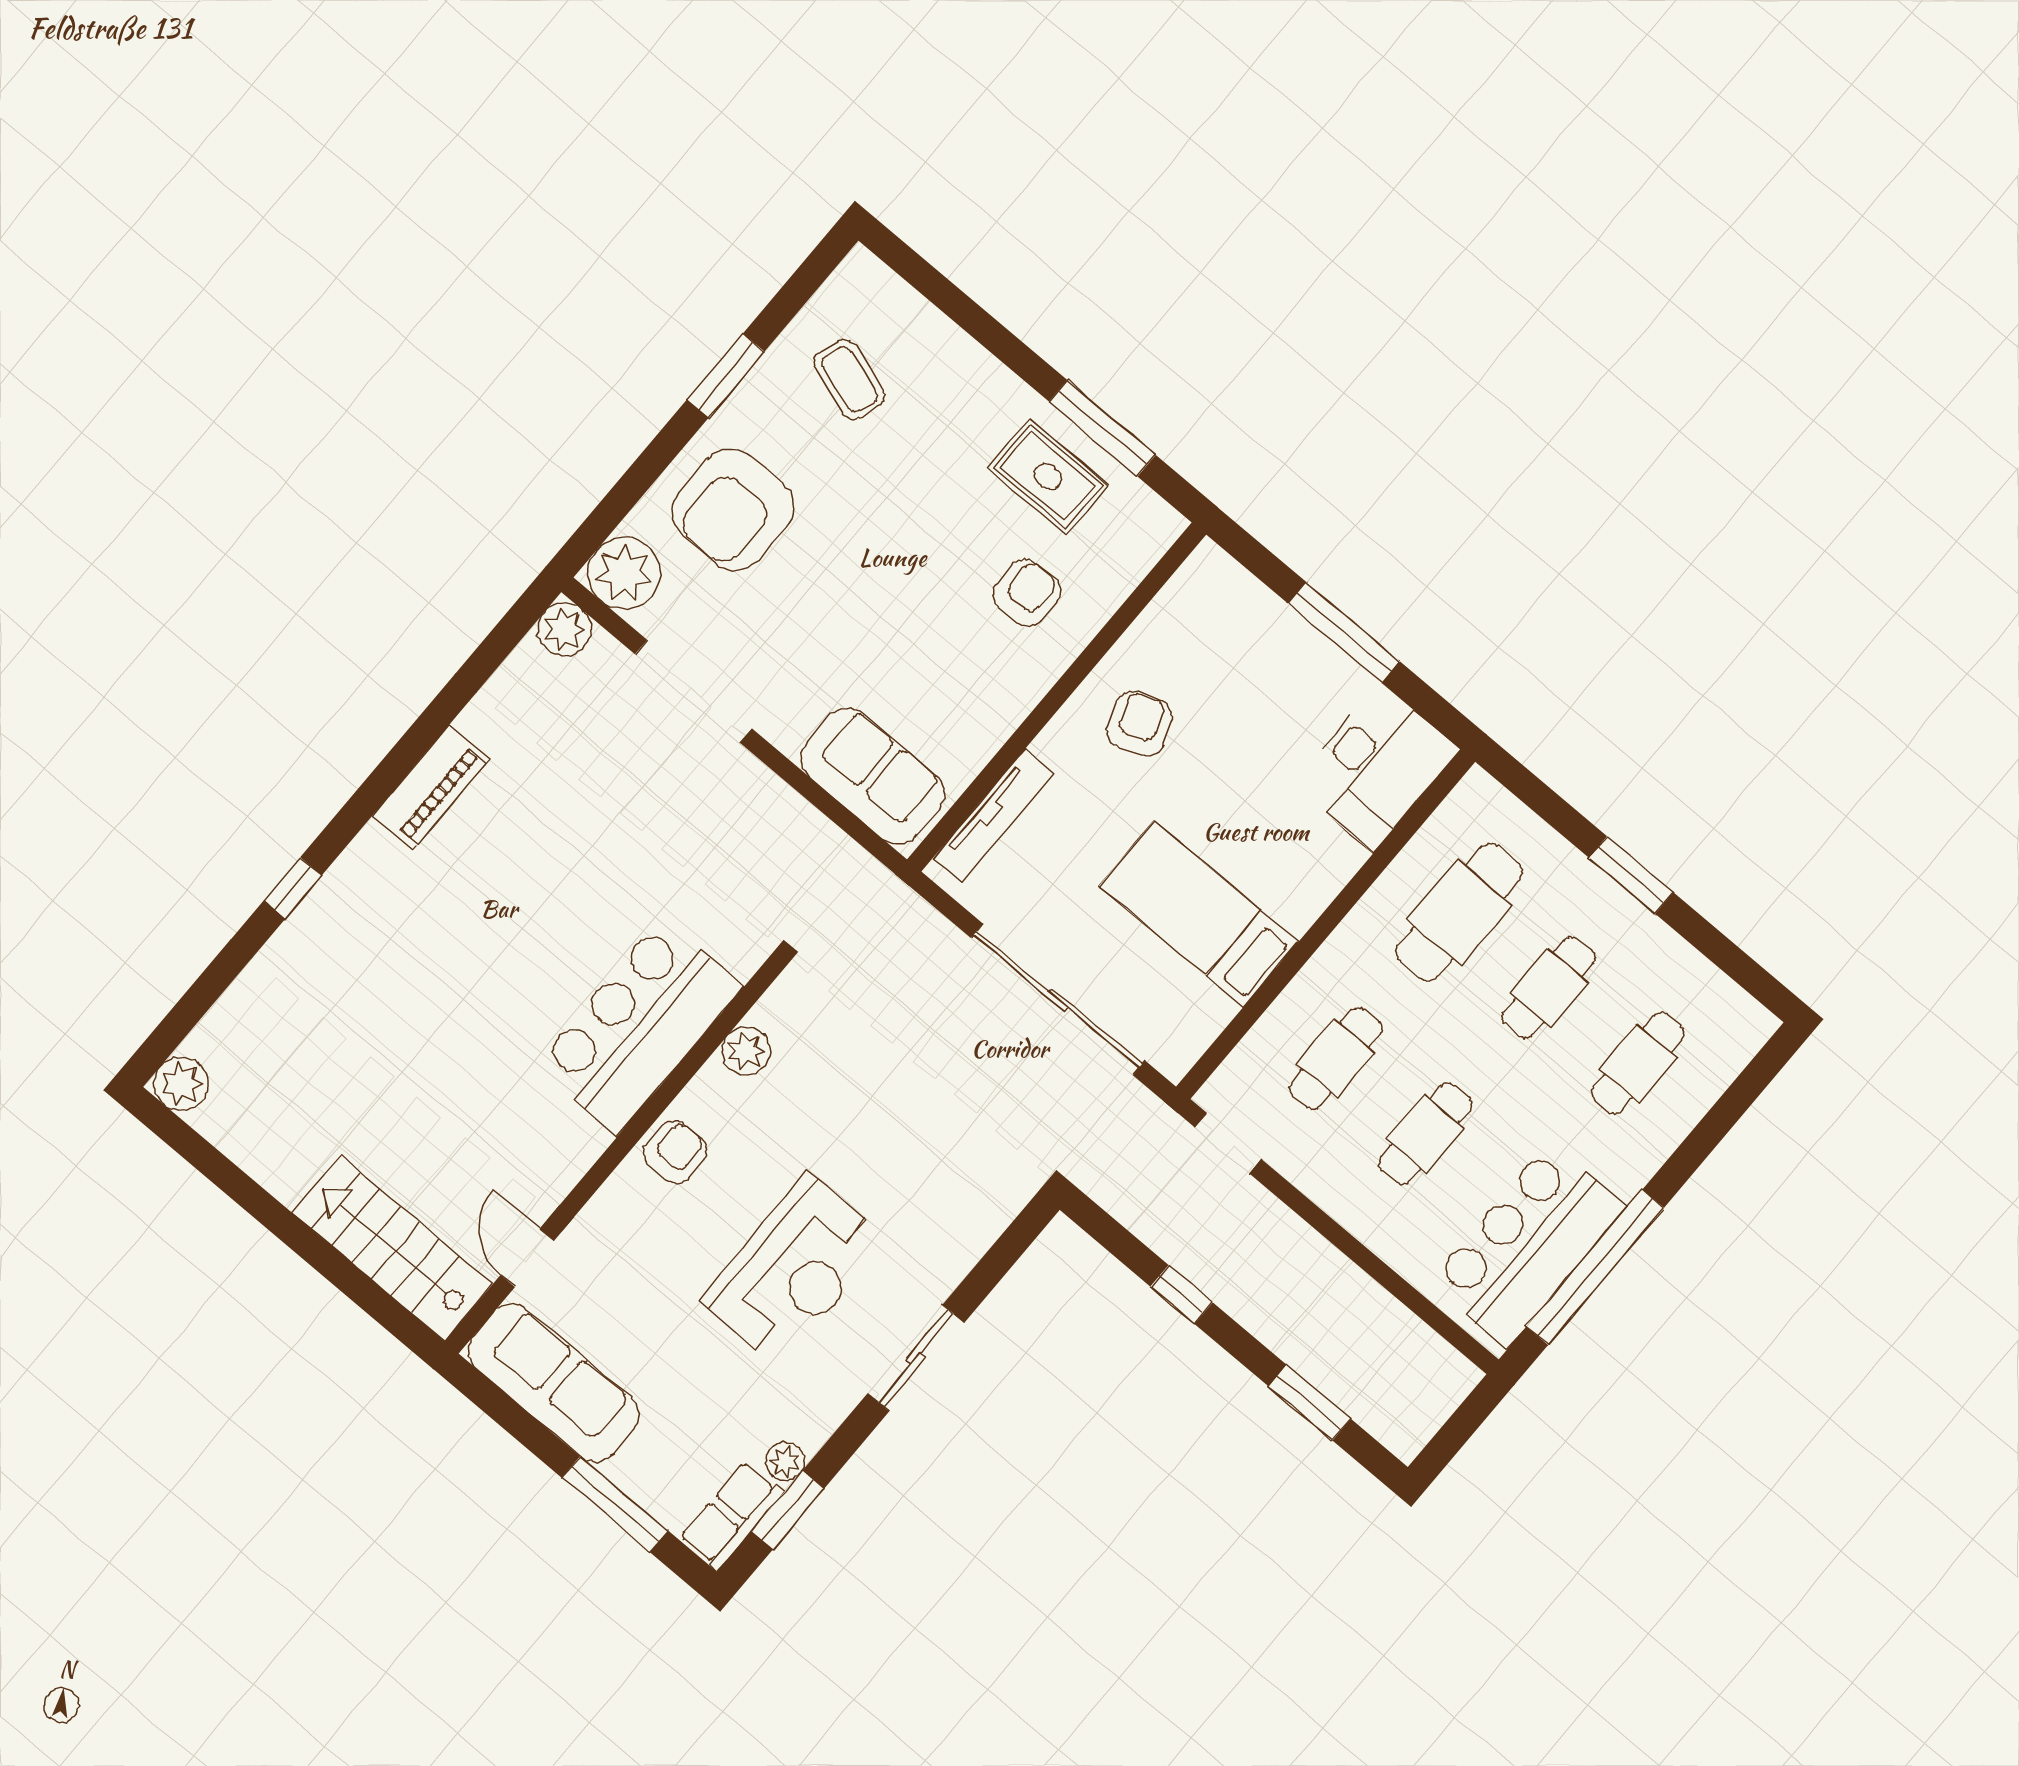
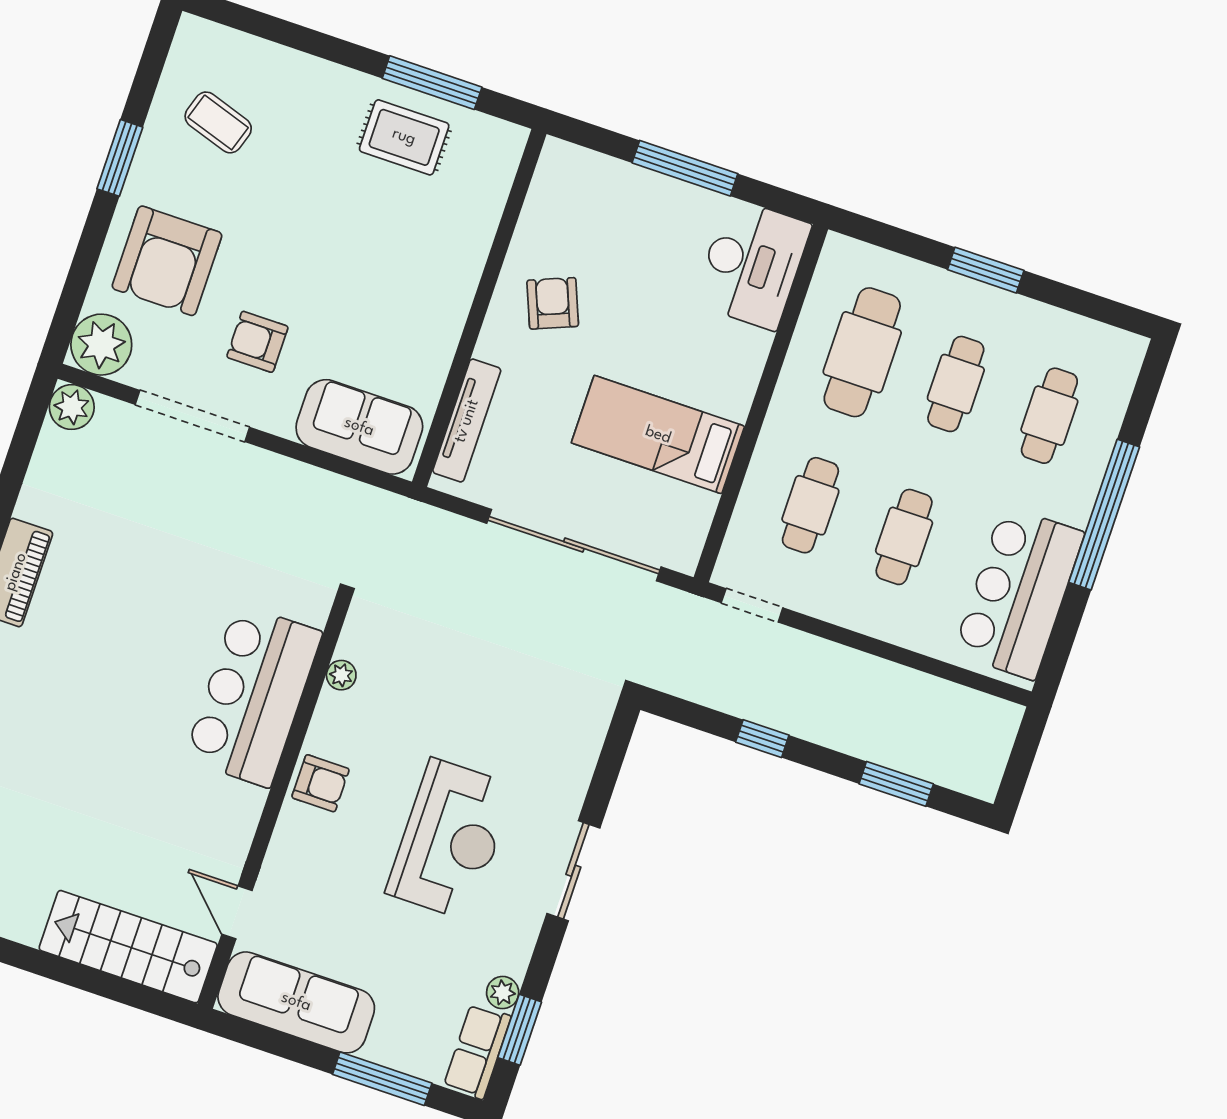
armchair: (1027, 593) -> (257, 342), moved, turned -90
plant: (746, 1051) -> (341, 675), width x0.73, depth x0.73
armchair: (675, 1152) -> (321, 783), turned 90
window: (1595, 1267) -> (1104, 515), moved

